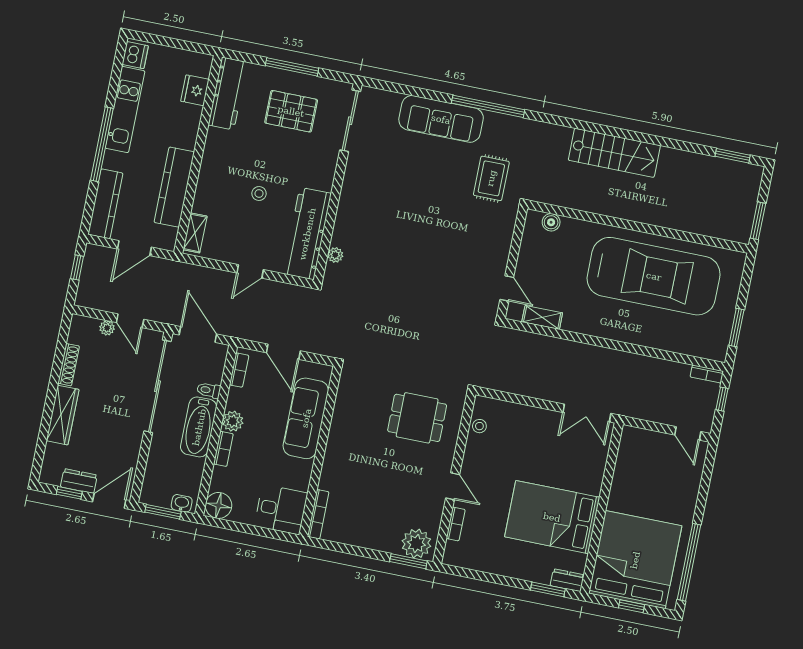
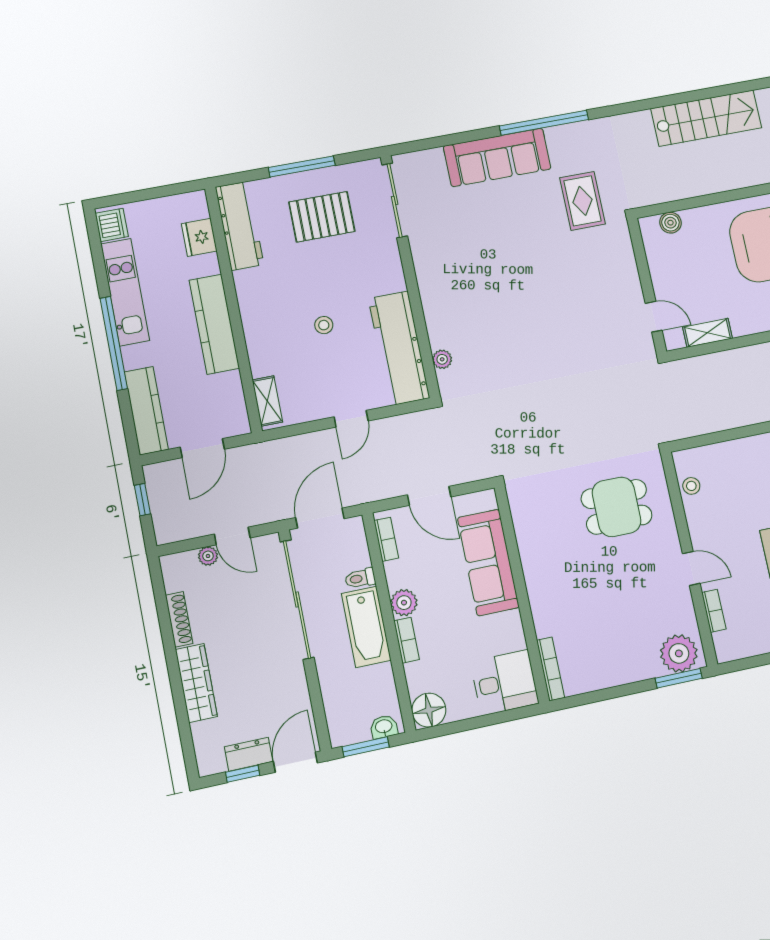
kitchen counter: (174, 187) -> (214, 324), moved
door: (198, 335) -> (320, 518), hinge flipped

